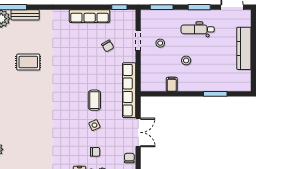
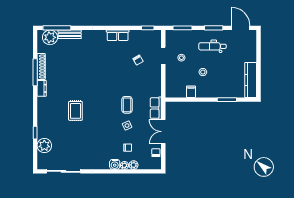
row of seats: (90, 16) -> (118, 35), width x0.68
kitchen counter: (244, 48) -> (251, 80), moved
rug: (28, 62) -> (75, 111), moved, turned 90
row of seats: (129, 90) -> (156, 108), width x0.50
double door: (138, 132) -> (163, 132), swing flipped

